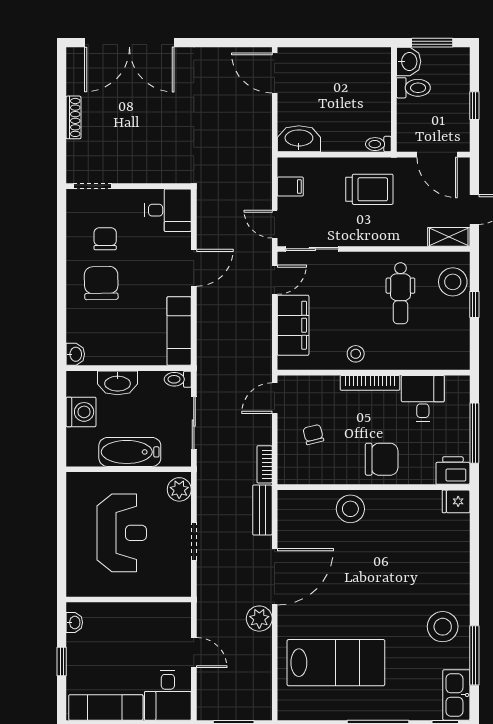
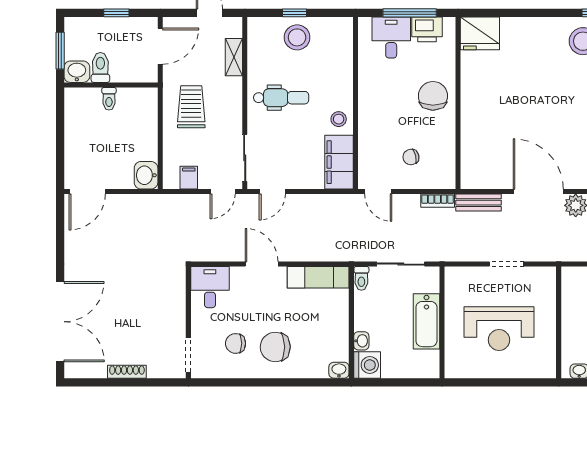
washbasin: (299, 139) -> (146, 175), width x0.72
toilet: (378, 144) -> (109, 99), moved
shelving: (449, 237) -> (234, 57), moved
door: (275, 280) -> (272, 192), swing flipped
stool: (453, 282) -> (297, 37), moved
dental chair: (400, 293) -> (281, 98), moved
filing cabinet: (293, 325) -> (339, 162), moved, turned -90
washbasin: (118, 383) -> (361, 341), width x0.52, depth x0.69
bookcase: (370, 383) -> (365, 106), removed
desk: (423, 398) -> (391, 38), moved, turned 90
washing machine: (81, 412) -> (367, 365), moved, turned 90
printer: (453, 471) -> (427, 29), moved, turned -90
plant: (179, 489) -> (460, 277), removed
fridge: (456, 501) -> (480, 33), width x1.88, depth x1.34
stool: (350, 509) -> (477, 124), removed
reception desk: (122, 533) -> (499, 329), turned 180

